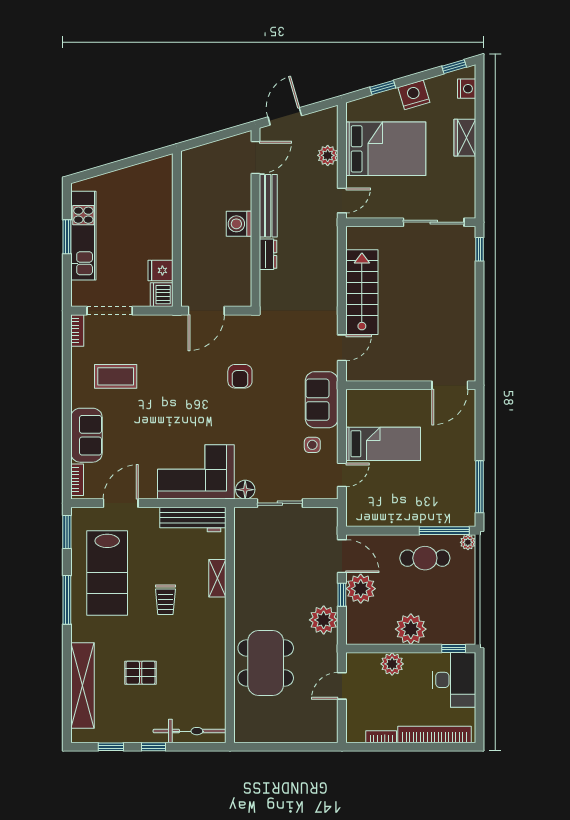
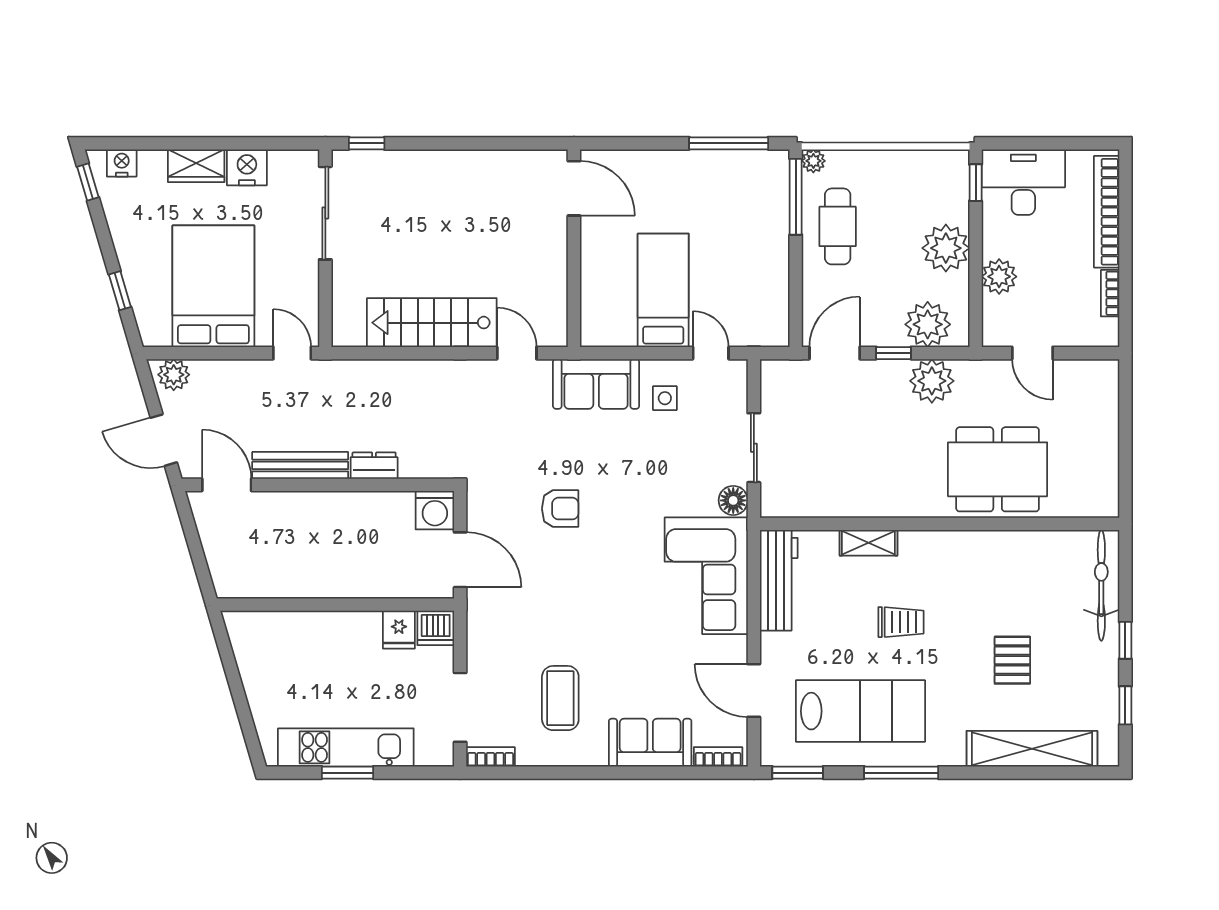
nightstand: (414, 95) -> (247, 167), moved, turned 106
plant: (328, 155) -> (174, 375), moved
washing machine: (239, 224) -> (435, 510), moved
plant: (361, 589) -> (928, 324), moved

